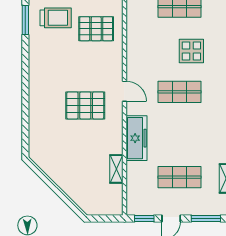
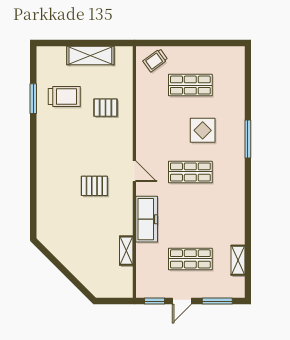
pallet: (96, 29) -> (106, 108), width x0.67, depth x0.71
pallet: (85, 105) -> (94, 186), width x0.67, depth x0.71

